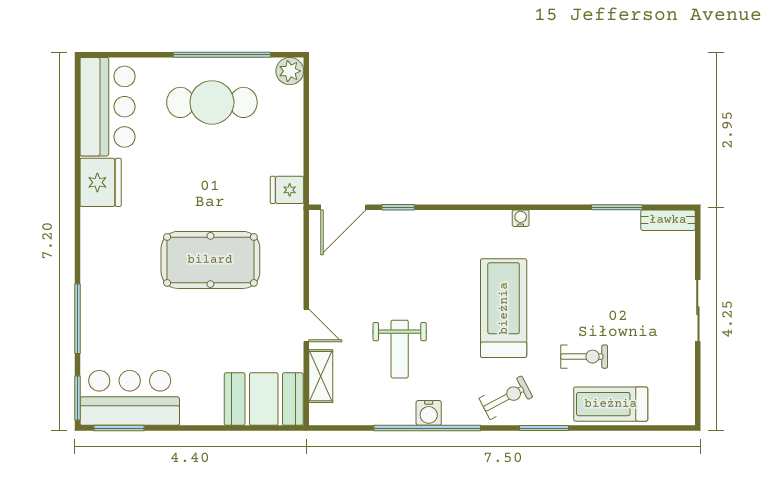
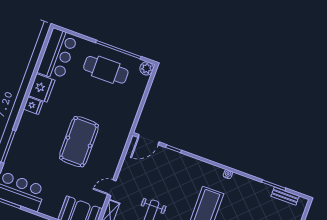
fridge: (287, 190) -> (33, 106), moved, turned 180
bench: (668, 220) -> (285, 196), moved
pool table: (210, 260) -> (79, 142), turned 90
door: (306, 326) -> (112, 188), swing flipped

